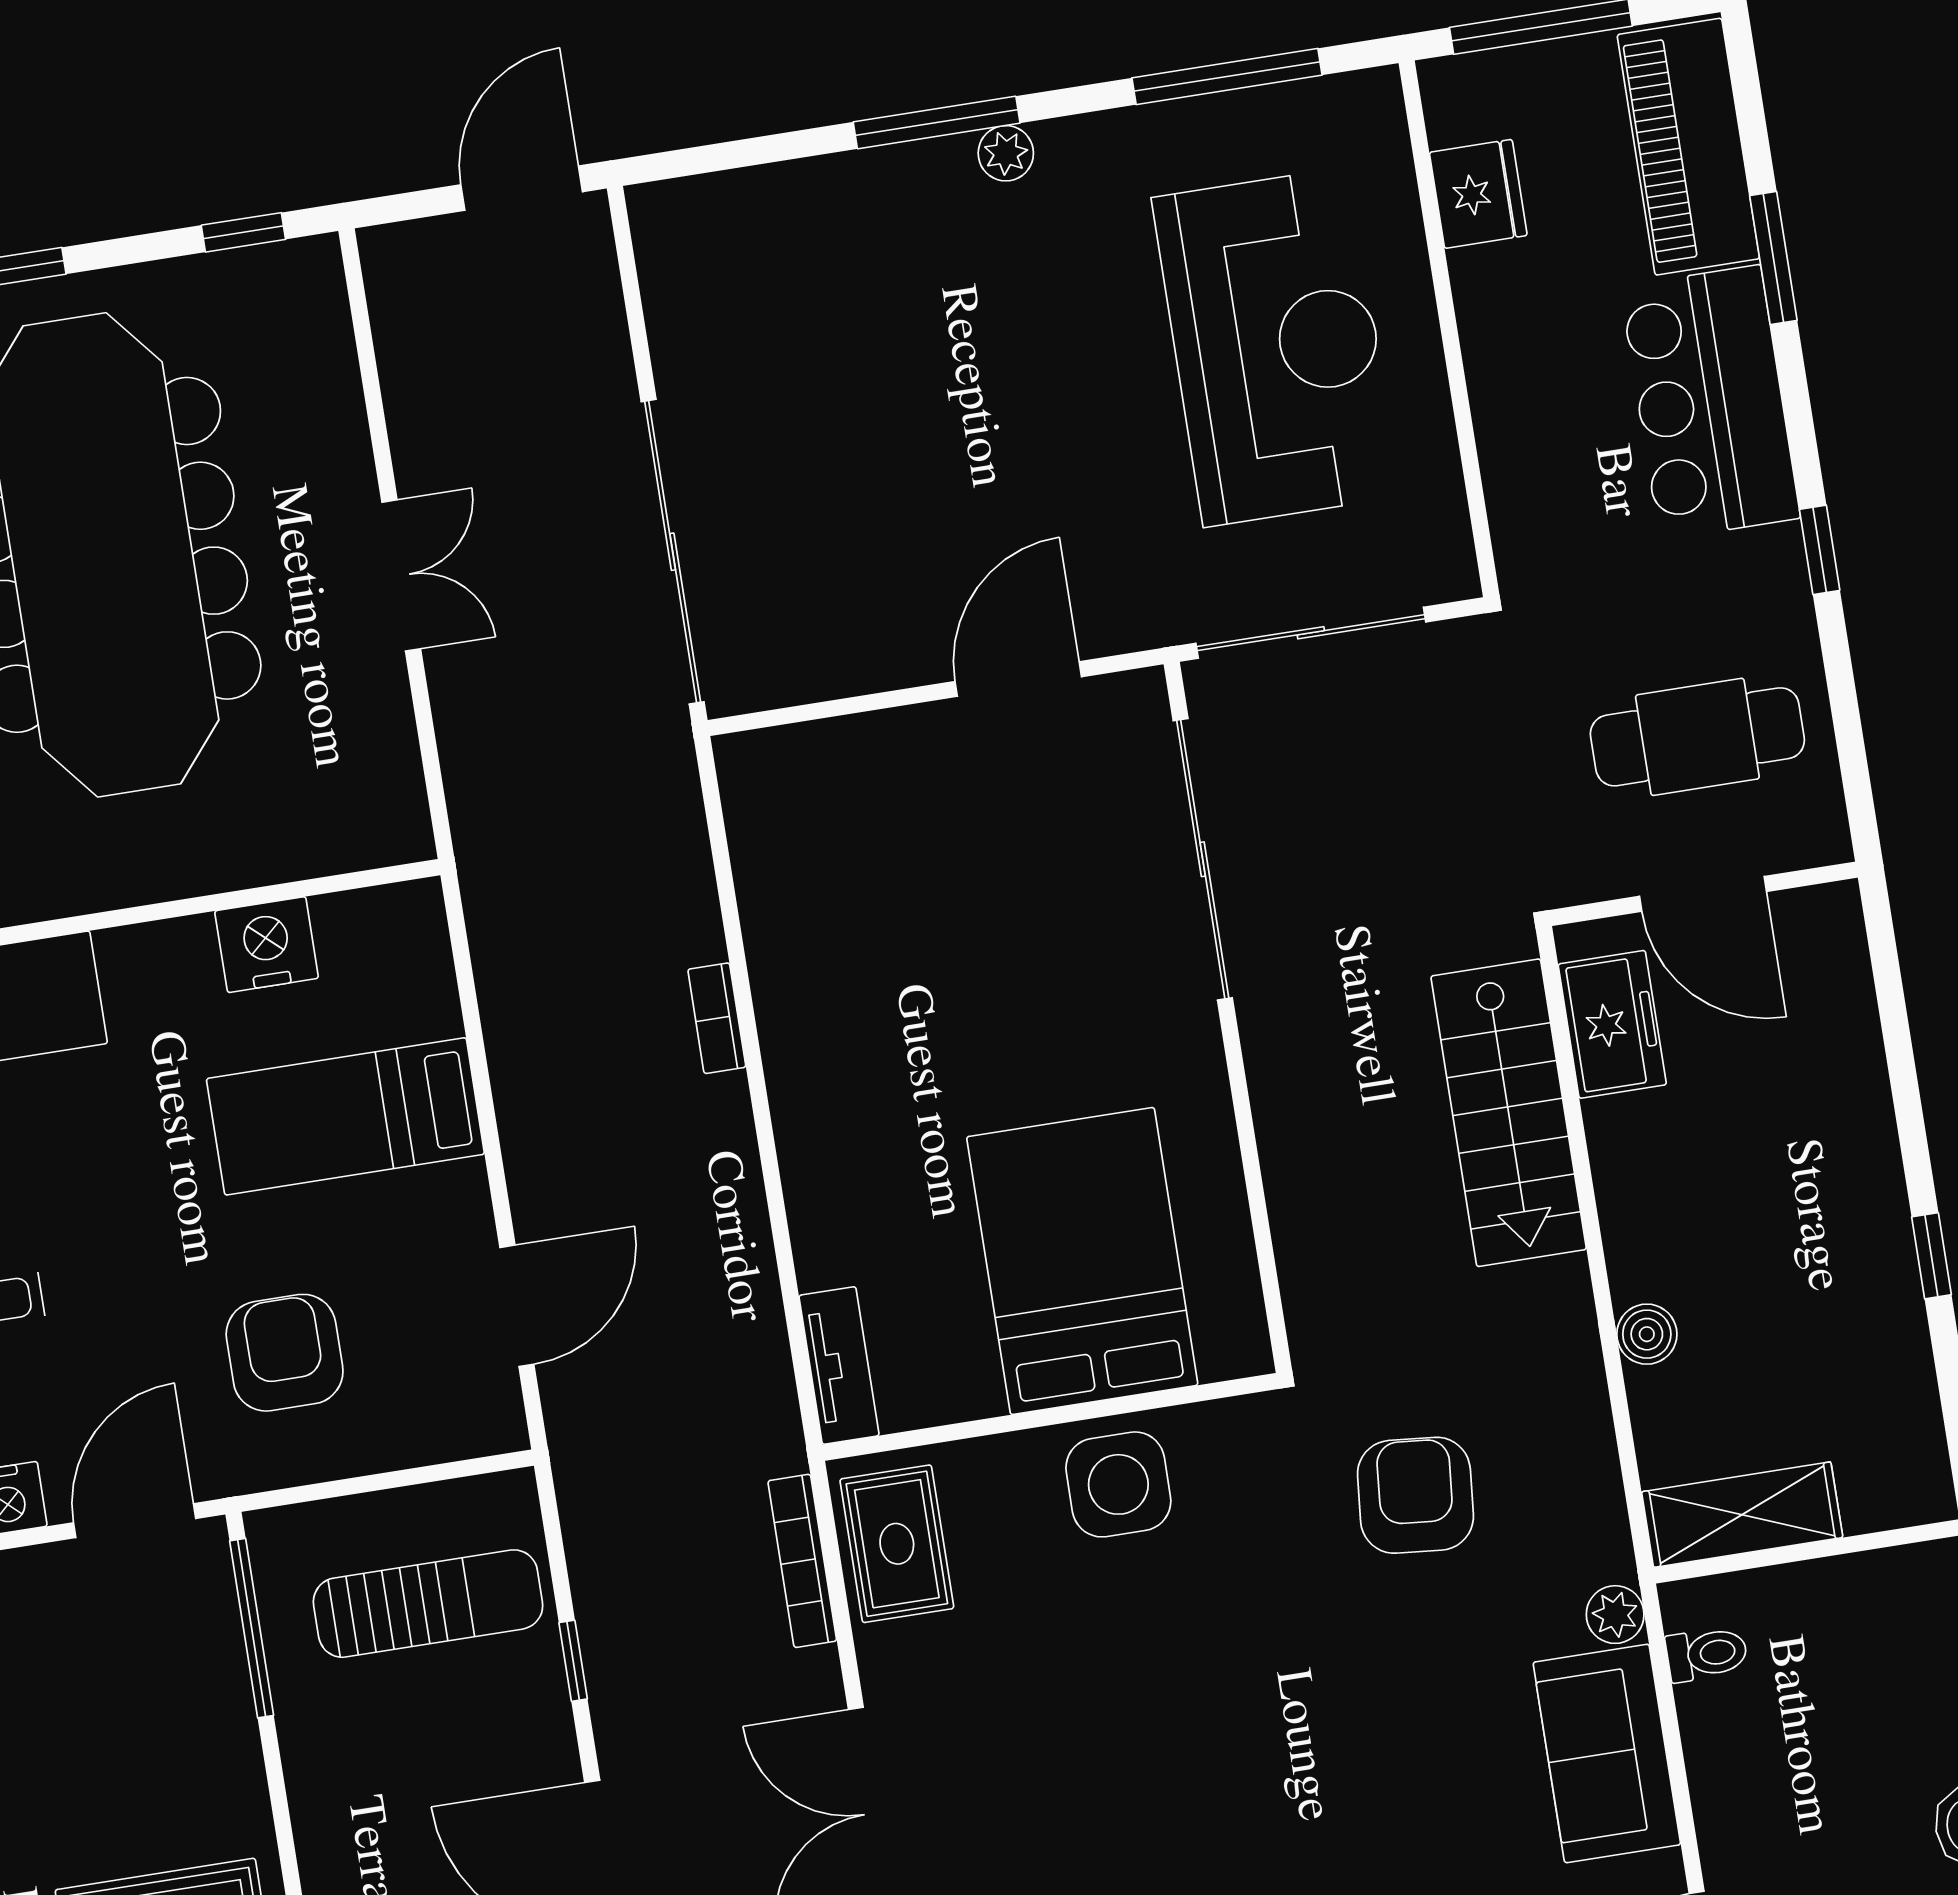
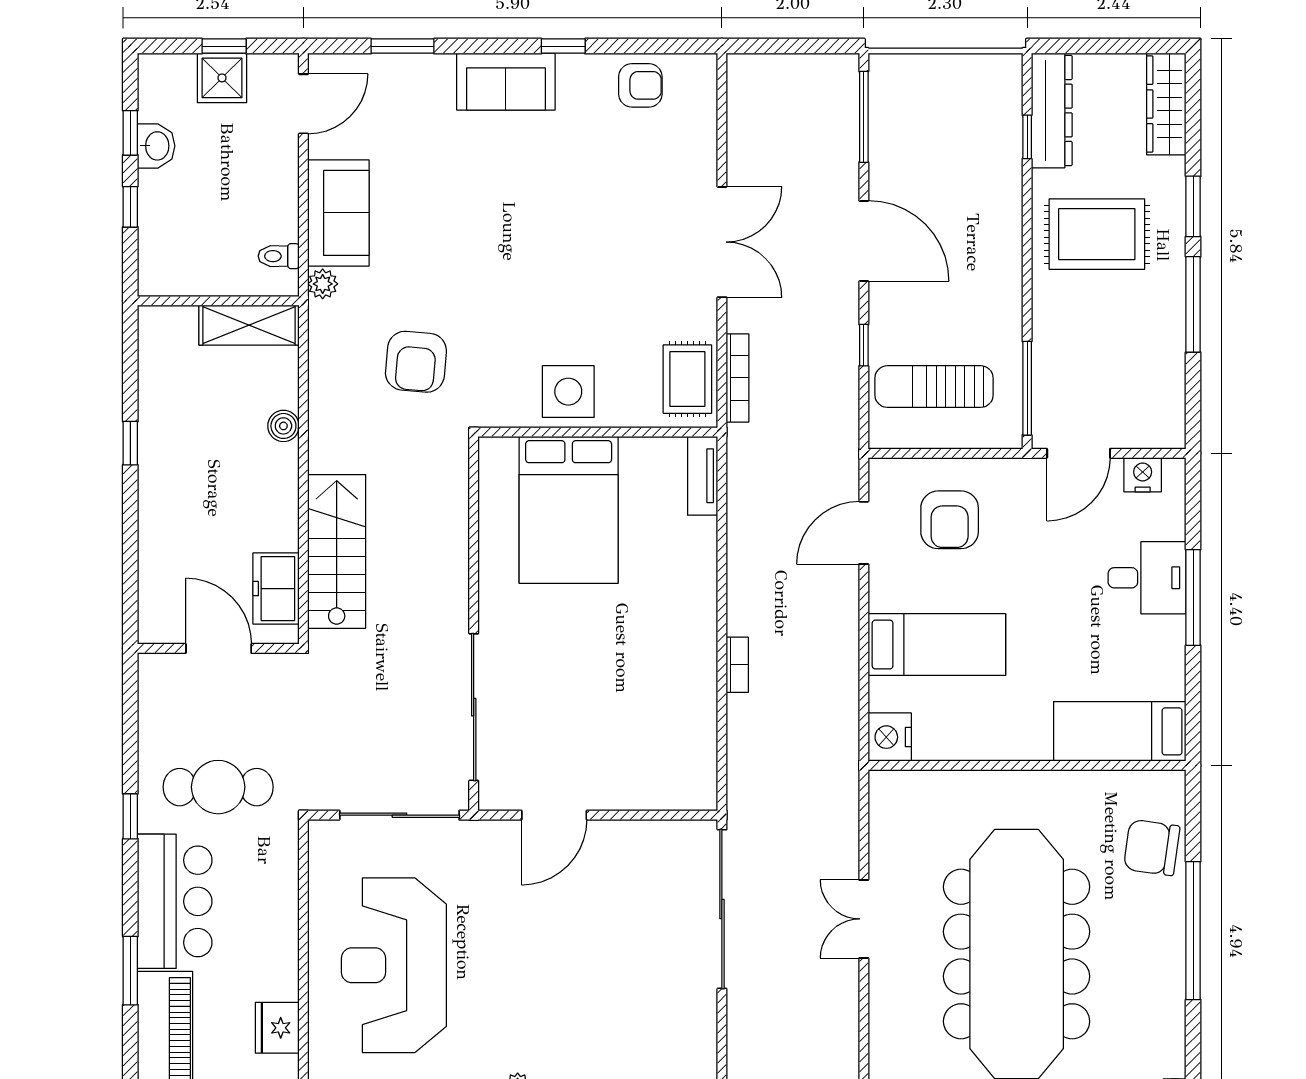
cafe table: (1697, 737) -> (218, 787), moved
nightstand: (267, 945) -> (890, 737), moved, turned 90
armchair: (285, 1353) -> (950, 520), moved

